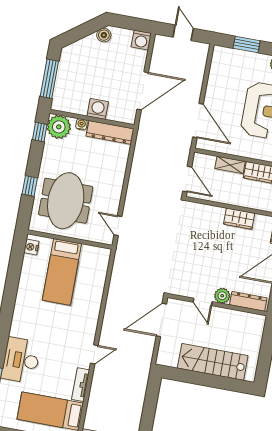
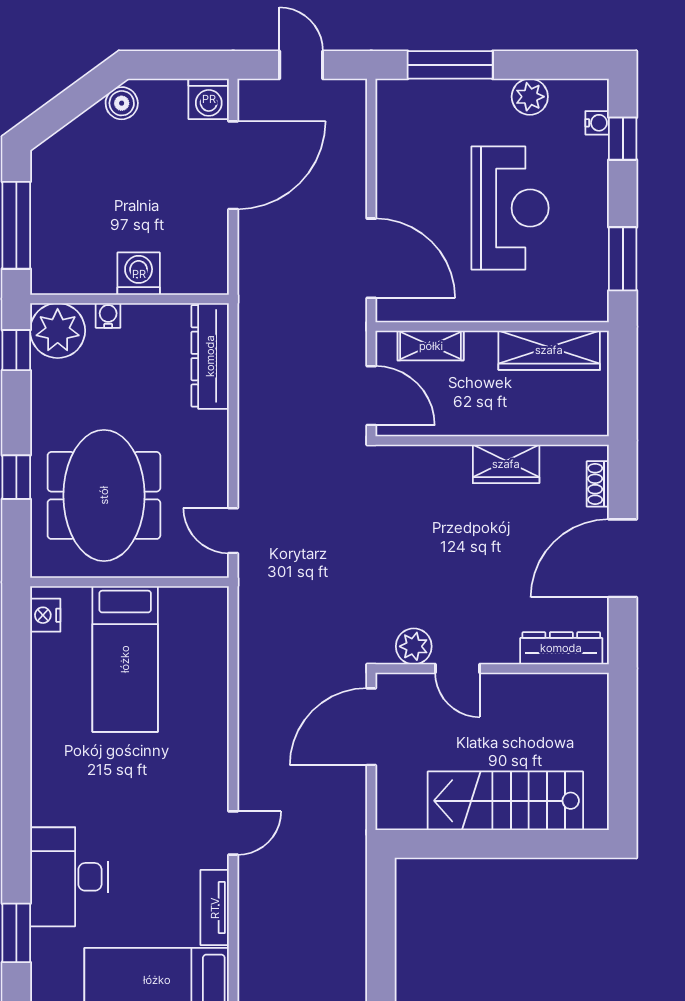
window: (247, 44) -> (450, 65), width x1.44
door: (143, 91) -> (233, 165), moved
dresser: (110, 132) -> (210, 356), moved, turned 90
shelving: (230, 165) -> (431, 346), moved
plant: (222, 296) -> (414, 646), moved

